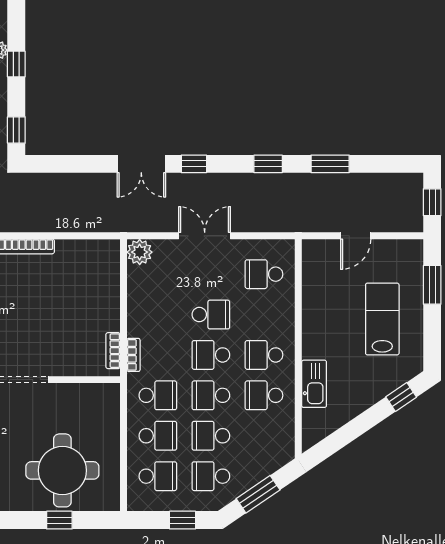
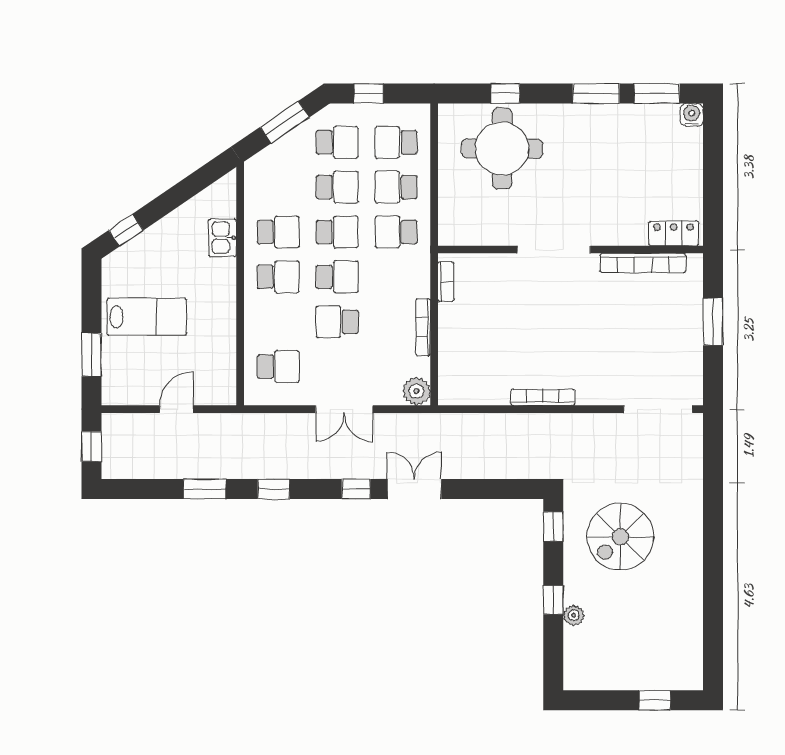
lab bench: (382, 319) -> (147, 317), turned -90
bookcase: (133, 355) -> (423, 327), moved, width x1.56
kitchen sink: (314, 384) -> (223, 238), width x0.73

